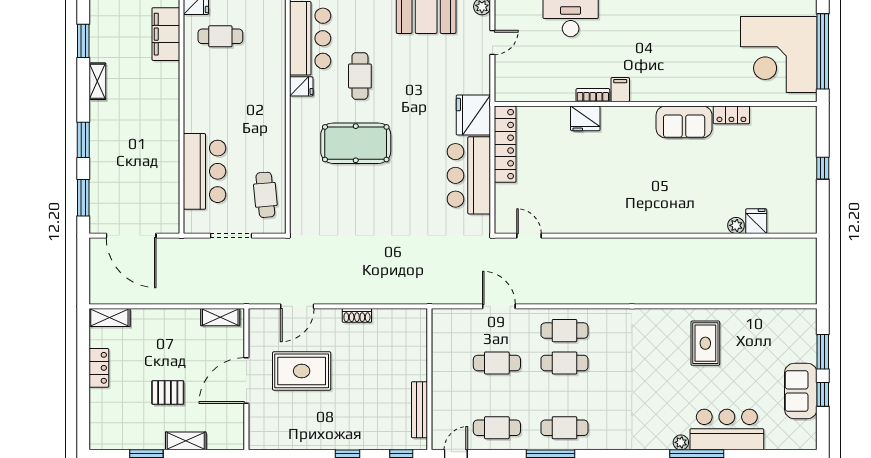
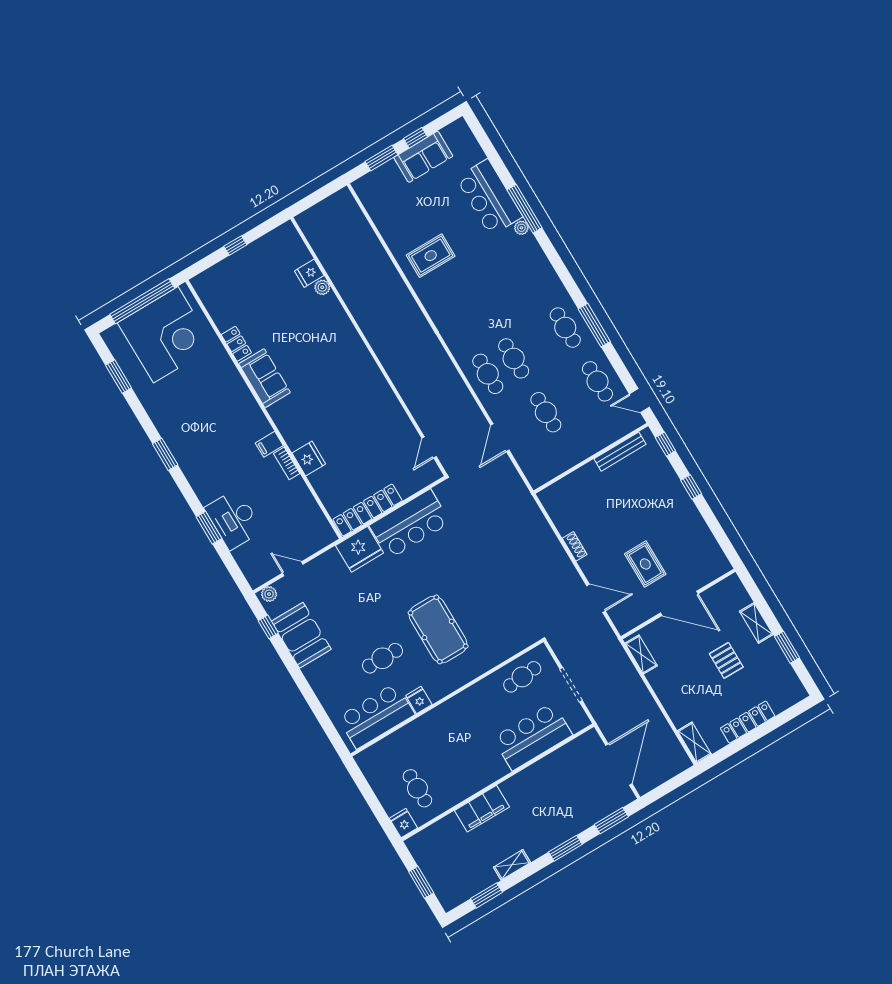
filing cabinet: (166, 34) -> (482, 809), moved
locker: (99, 368) -> (748, 722), width x1.53
rug: (302, 371) -> (645, 564), width x0.73, depth x0.70

